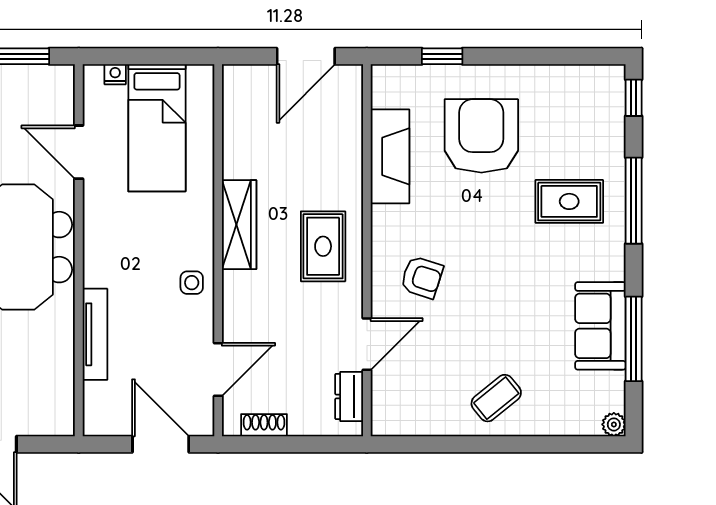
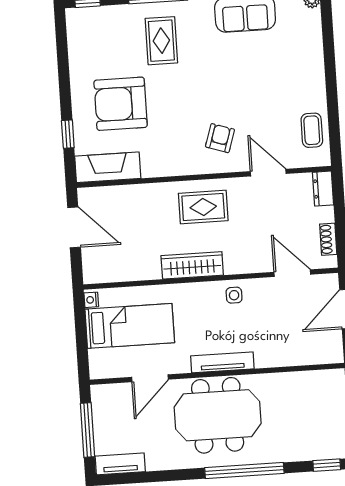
nightstand: (115, 74) -> (91, 300), moved
fireplace: (390, 156) -> (108, 167), moved
tv unit: (95, 334) -> (222, 362), moved
dresser: (349, 396) -> (323, 189), moved, turned 90
coffee table: (496, 398) -> (312, 130), moved, turned 39

